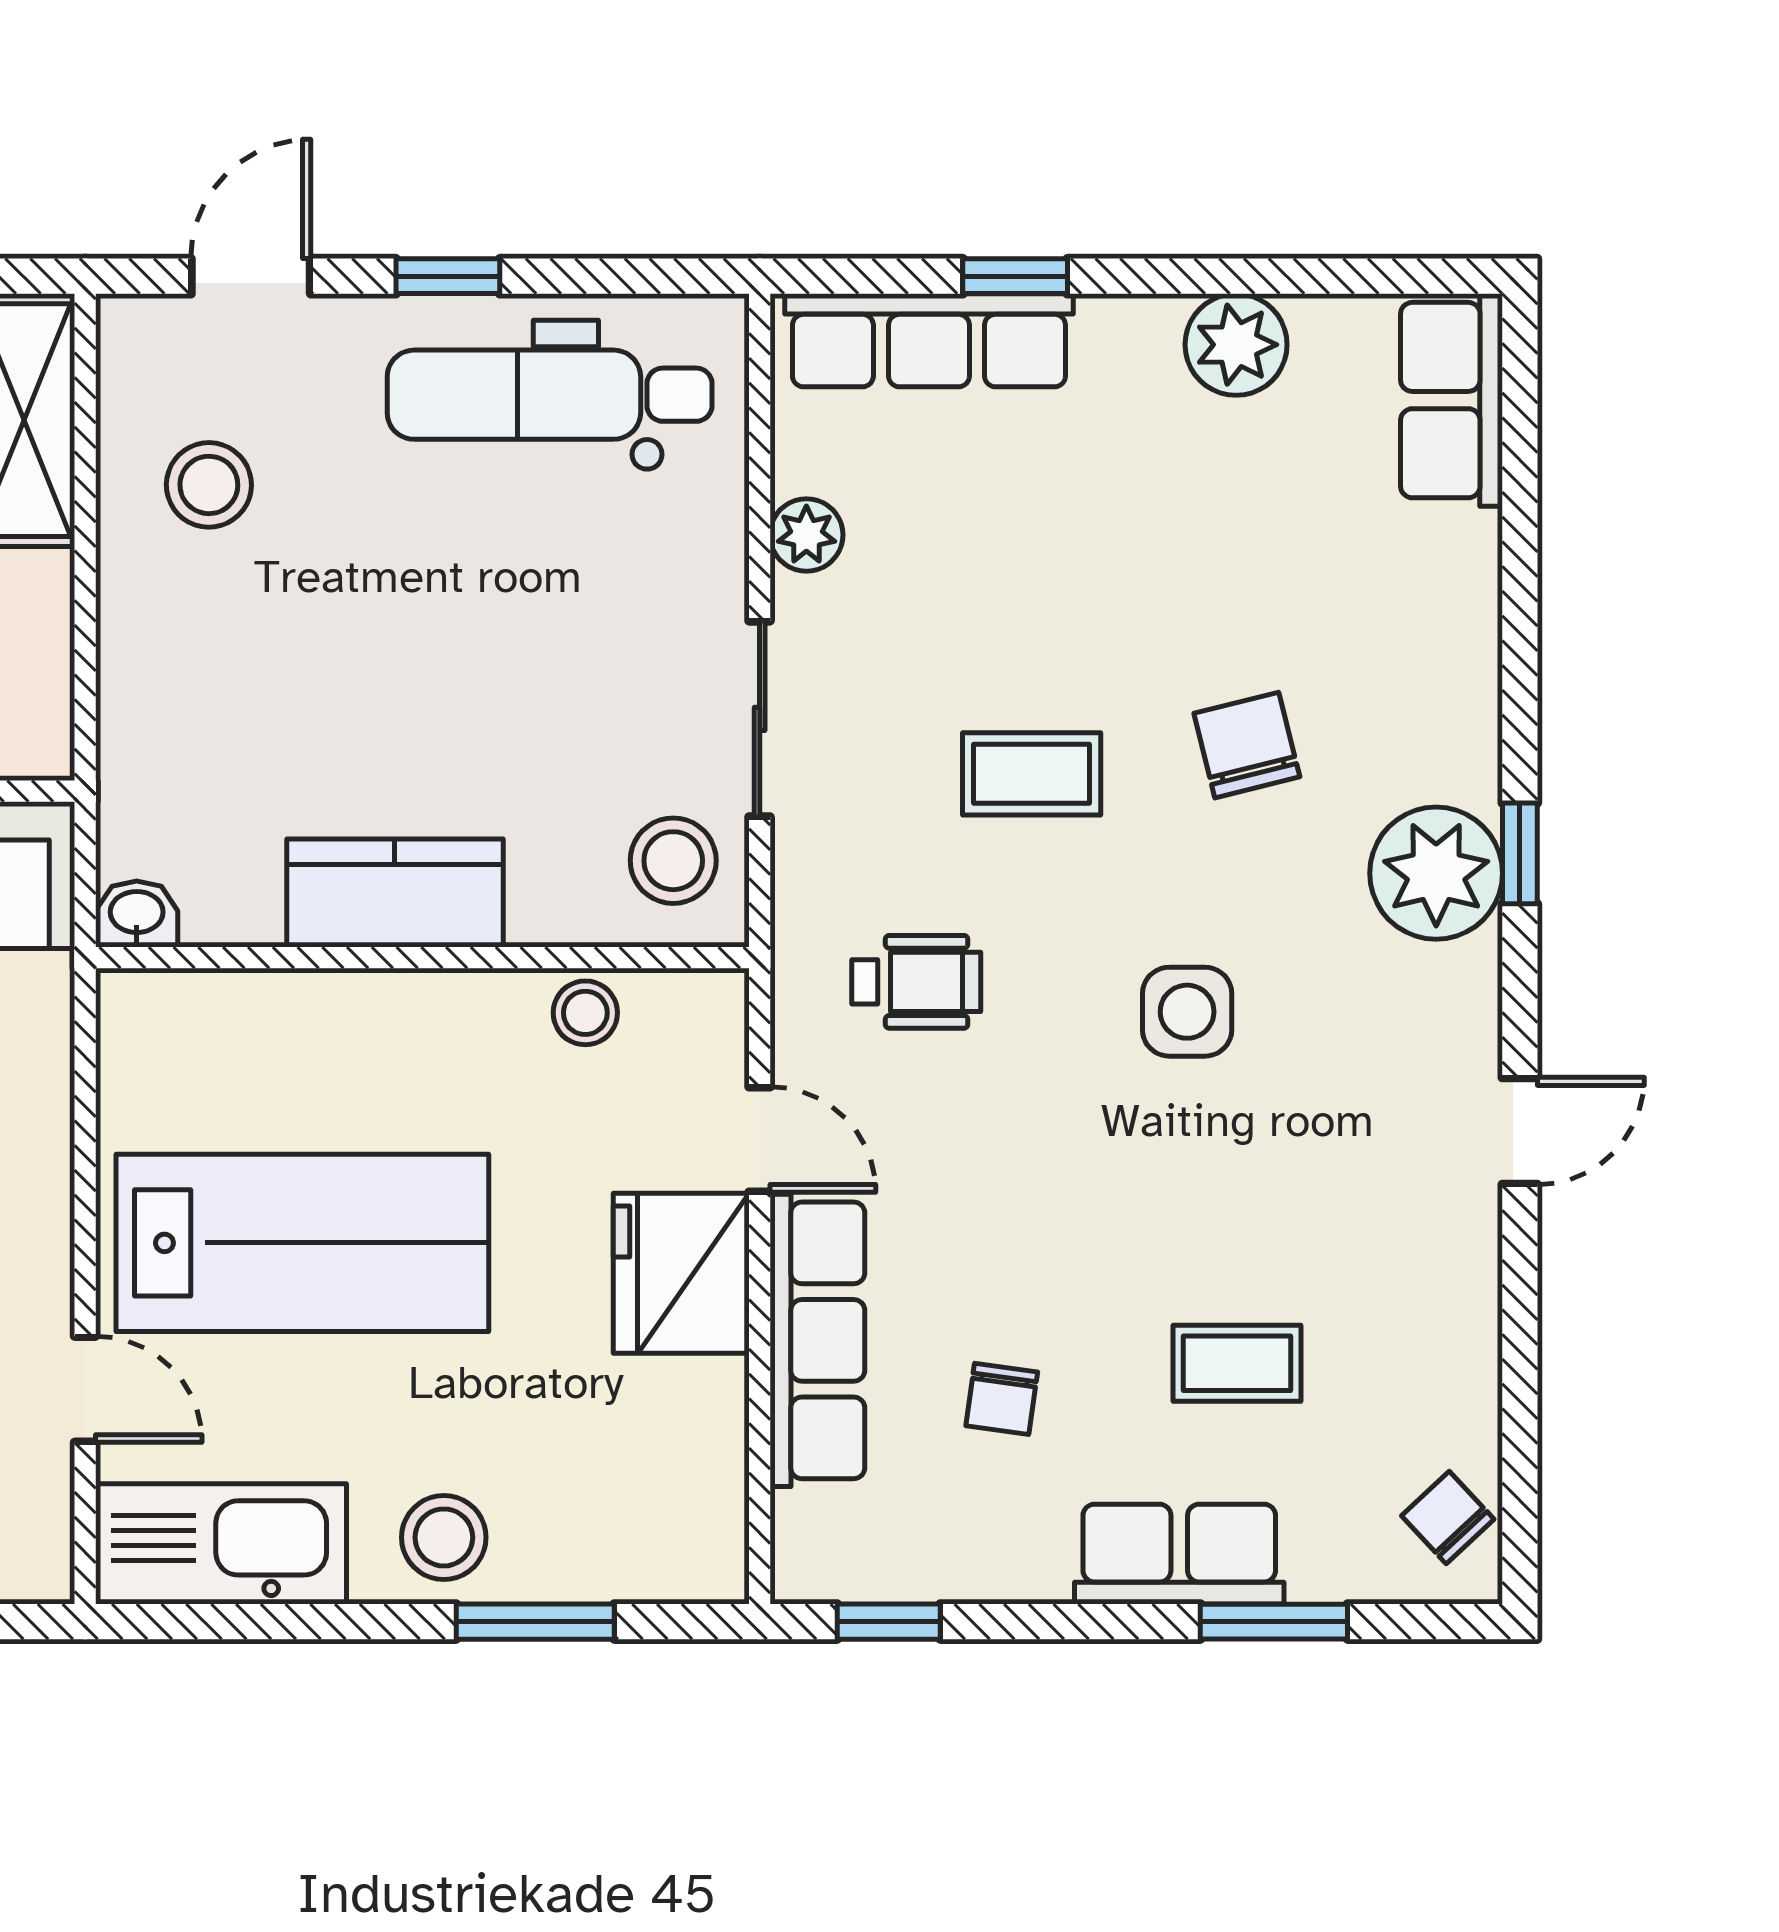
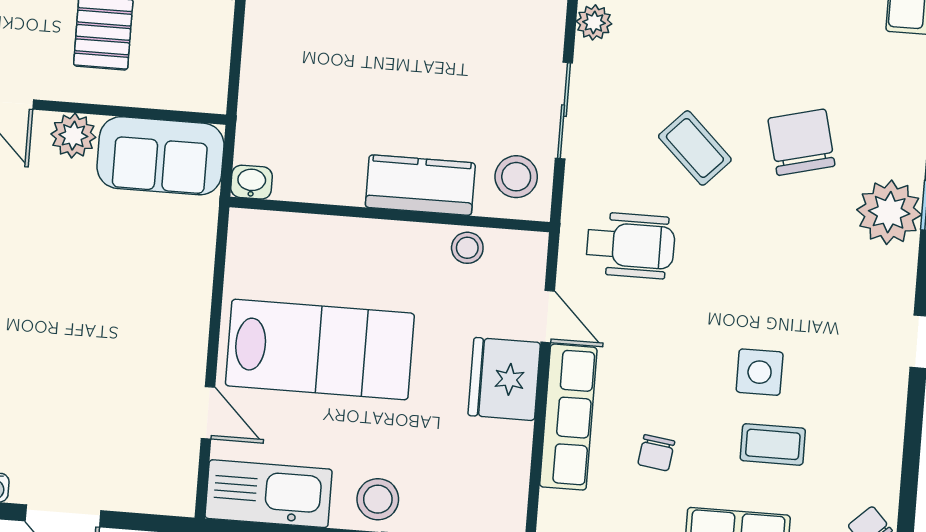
chair: (1247, 745) -> (801, 142), width x1.37, depth x1.37
coffee table: (1032, 774) -> (695, 148), turned 44
kitchen counter: (395, 893) -> (420, 185), moved
wheelchair: (916, 982) -> (631, 245), width x1.36, depth x1.37
side table: (1187, 1012) -> (760, 372), moved

